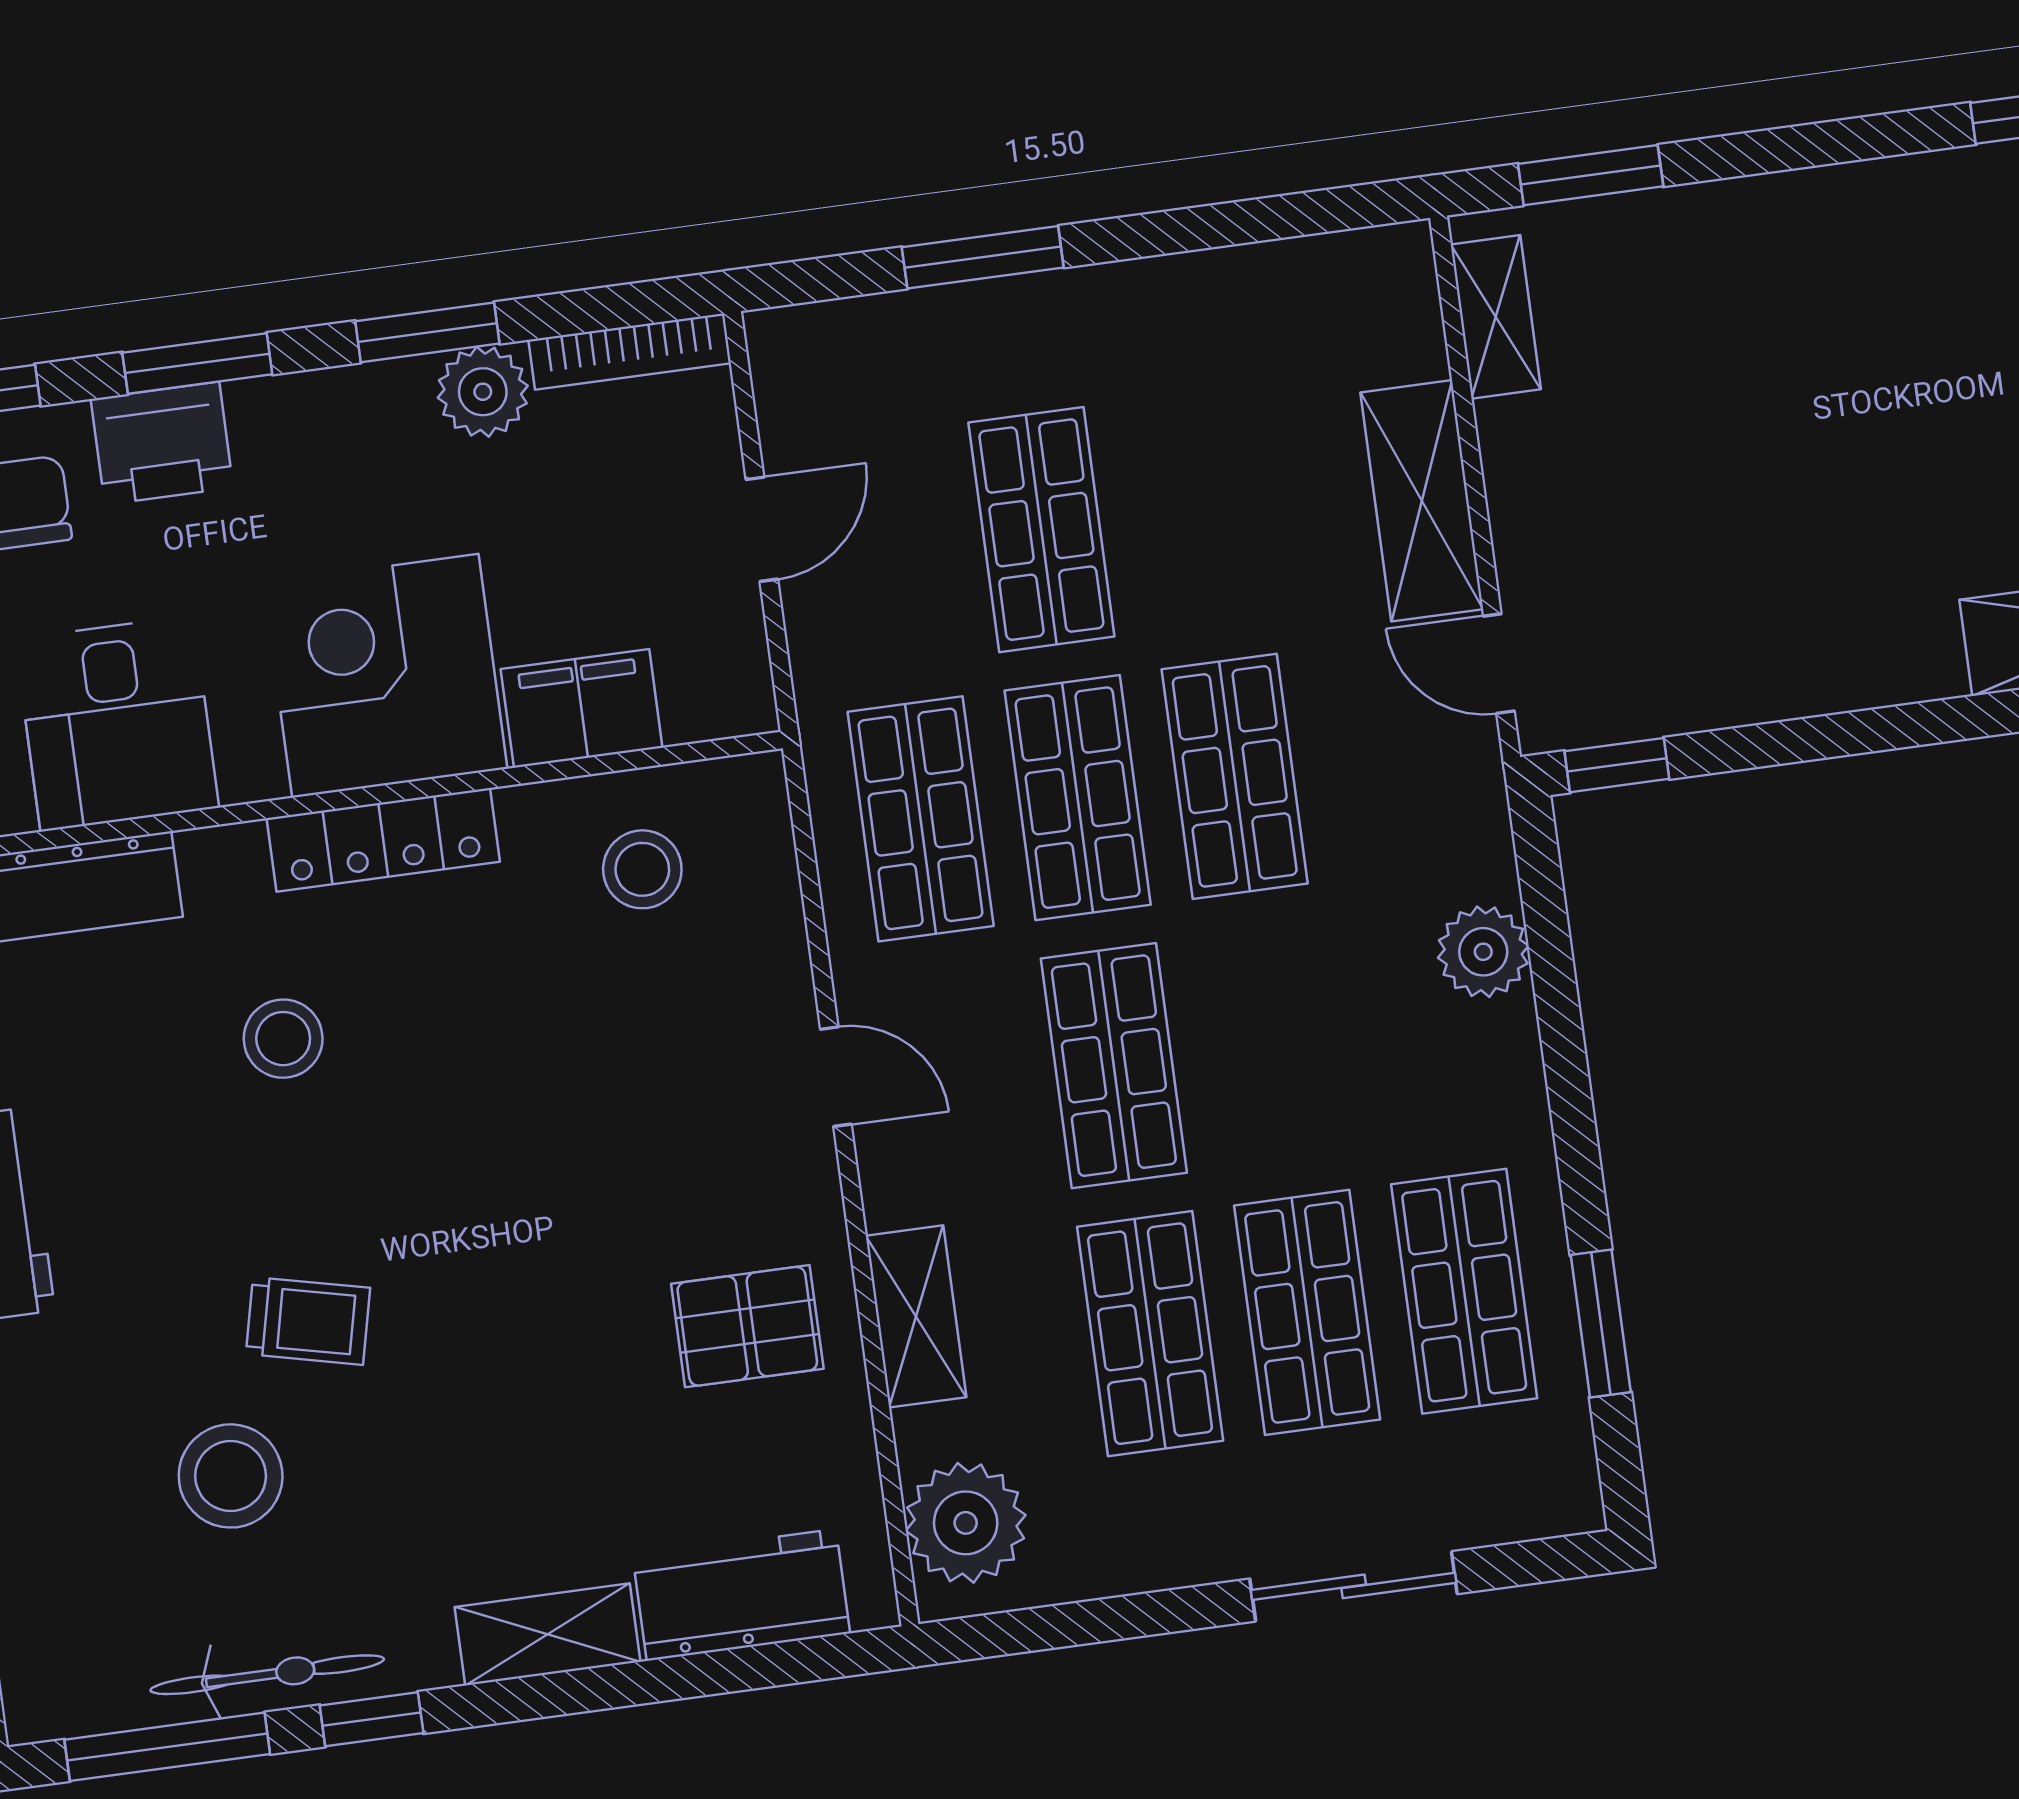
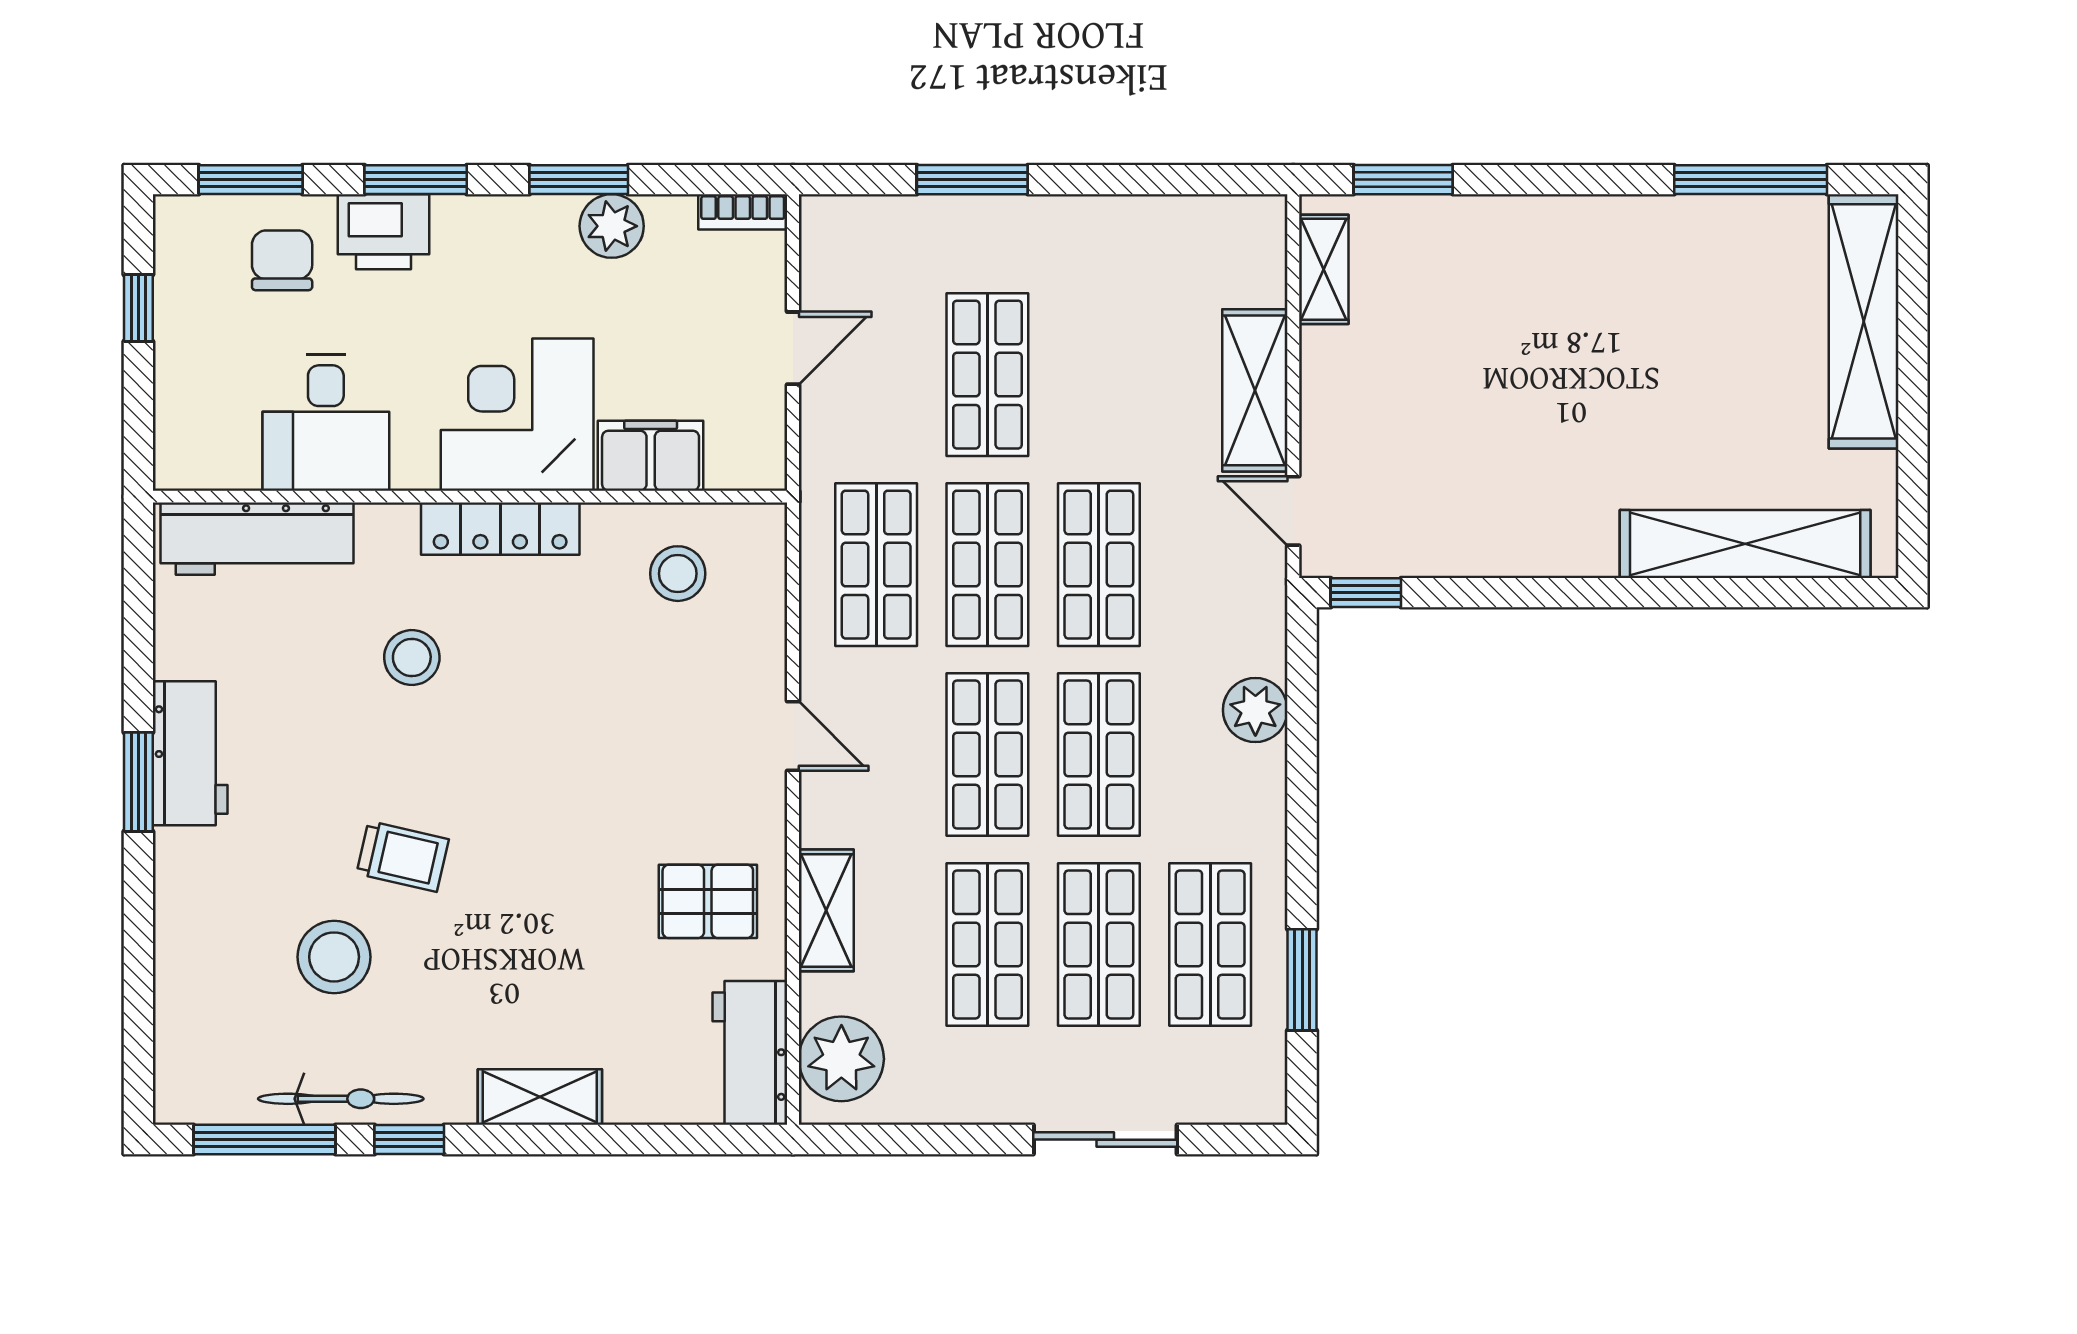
bookcase: (630, 351) -> (743, 212), width x0.64
shop shelf: (1271, 1044) -> (1099, 755), added
workbench: (741, 1595) -> (750, 1053), moved, turned -90

